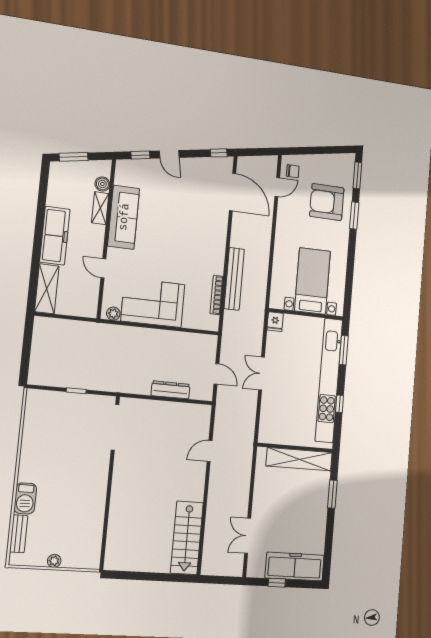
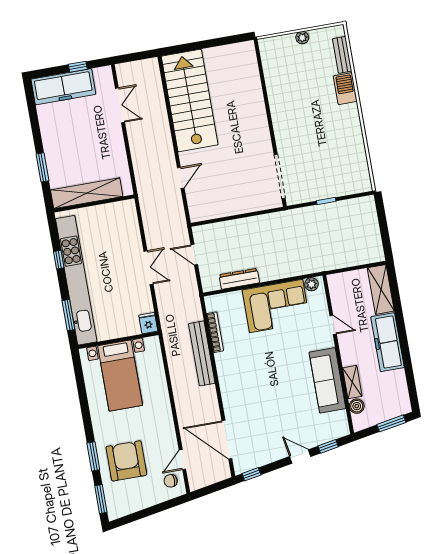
armchair: (327, 202) -> (126, 461), turned -90
dresser: (171, 390) -> (239, 279), moved, turned 180
stairs: (187, 538) -> (190, 101), width x1.36, depth x1.51

